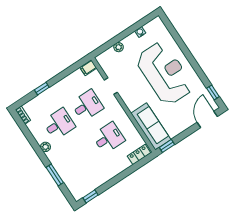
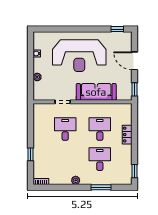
filing cabinet: (88, 68) -> (38, 110), removed
reception desk: (165, 73) -> (79, 56), turned 180
door: (207, 119) -> (135, 61), moved
desk: (59, 124) -> (100, 159), moved
sofa: (151, 126) -> (96, 92), moved
locker: (139, 154) -> (127, 135), moved

